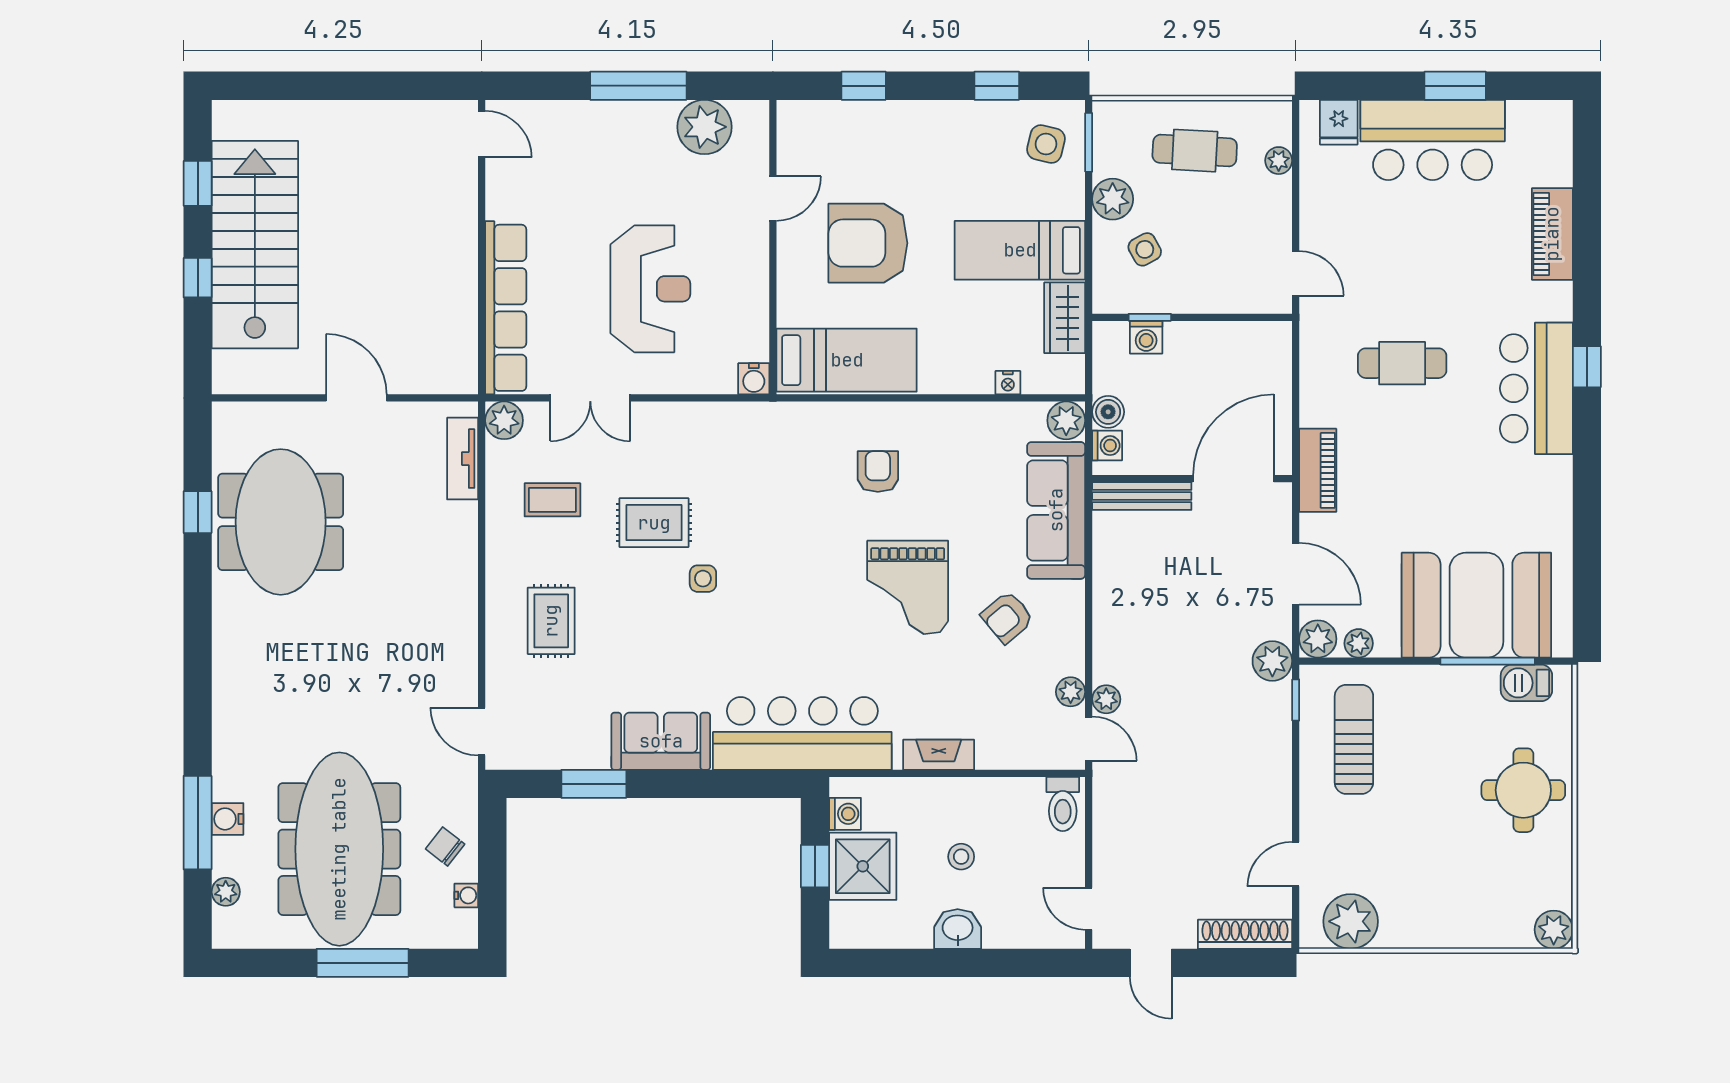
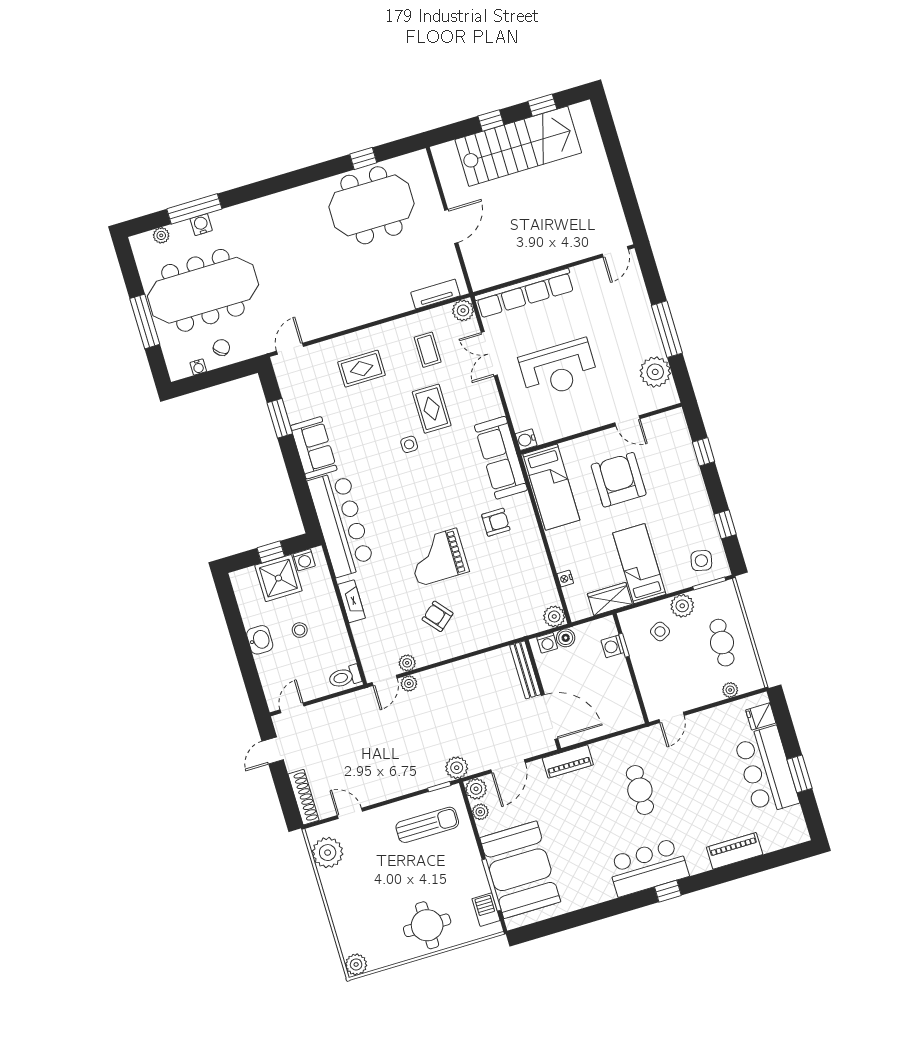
sofa: (1056, 510) -> (501, 458), moved, turned -90

